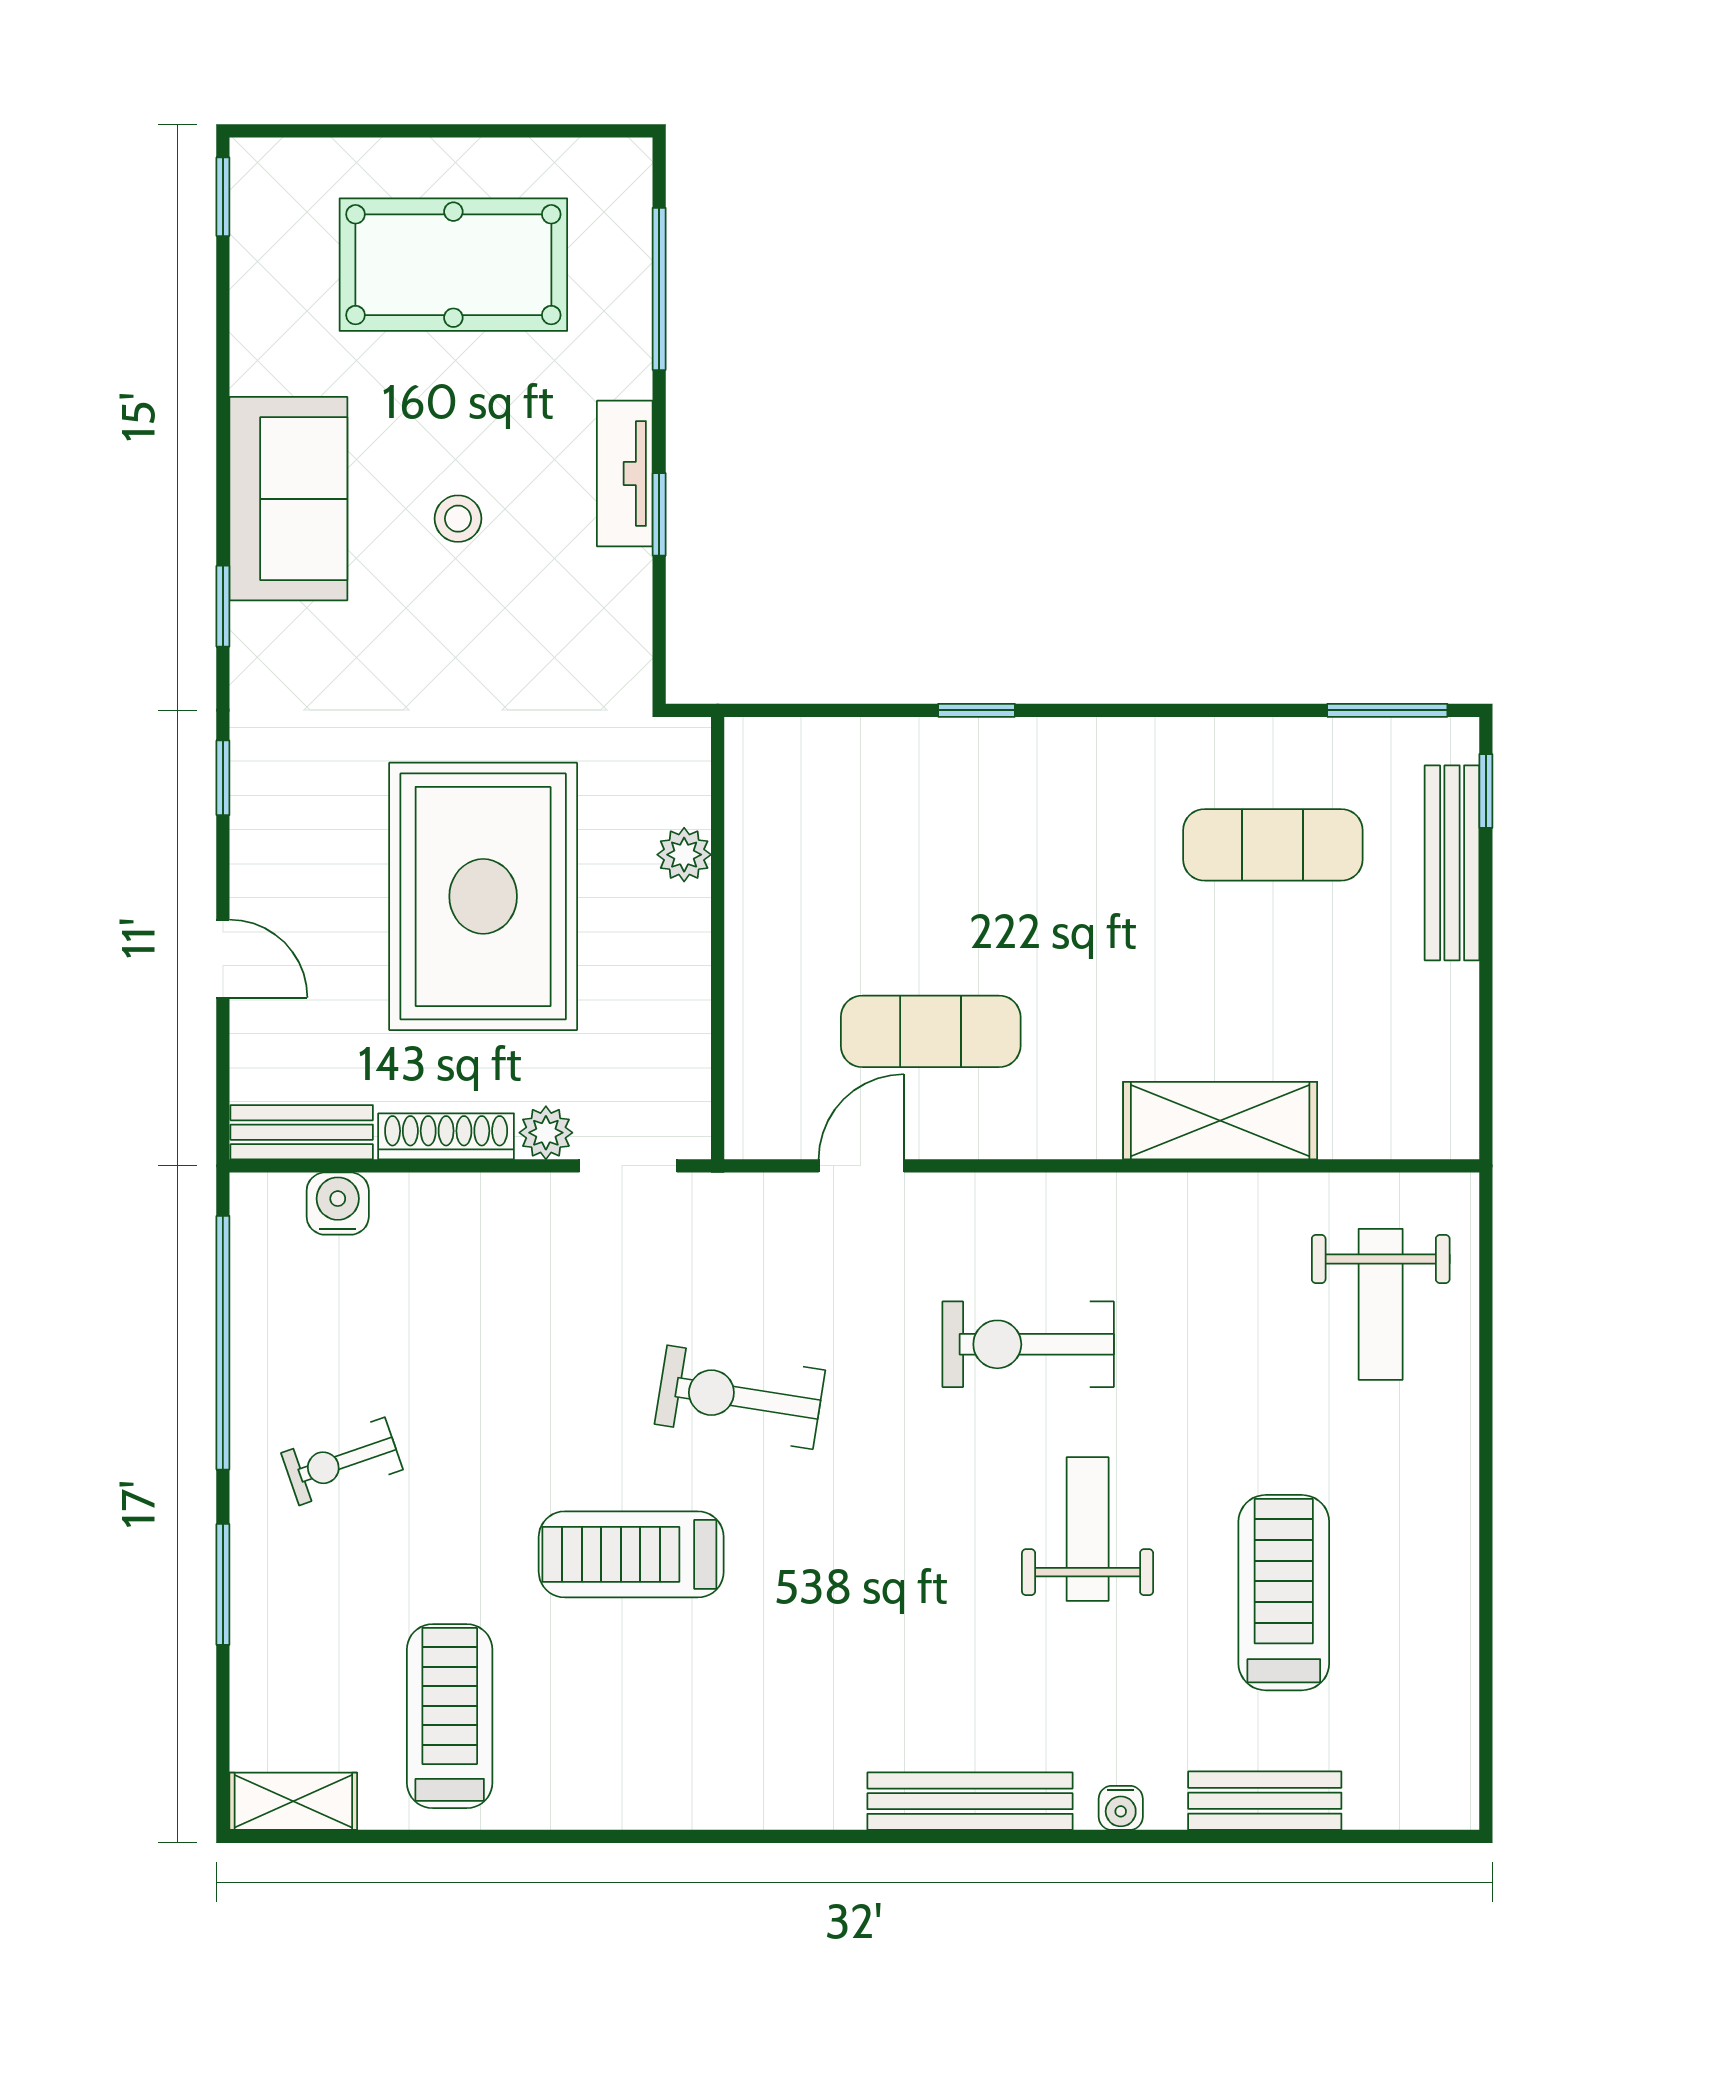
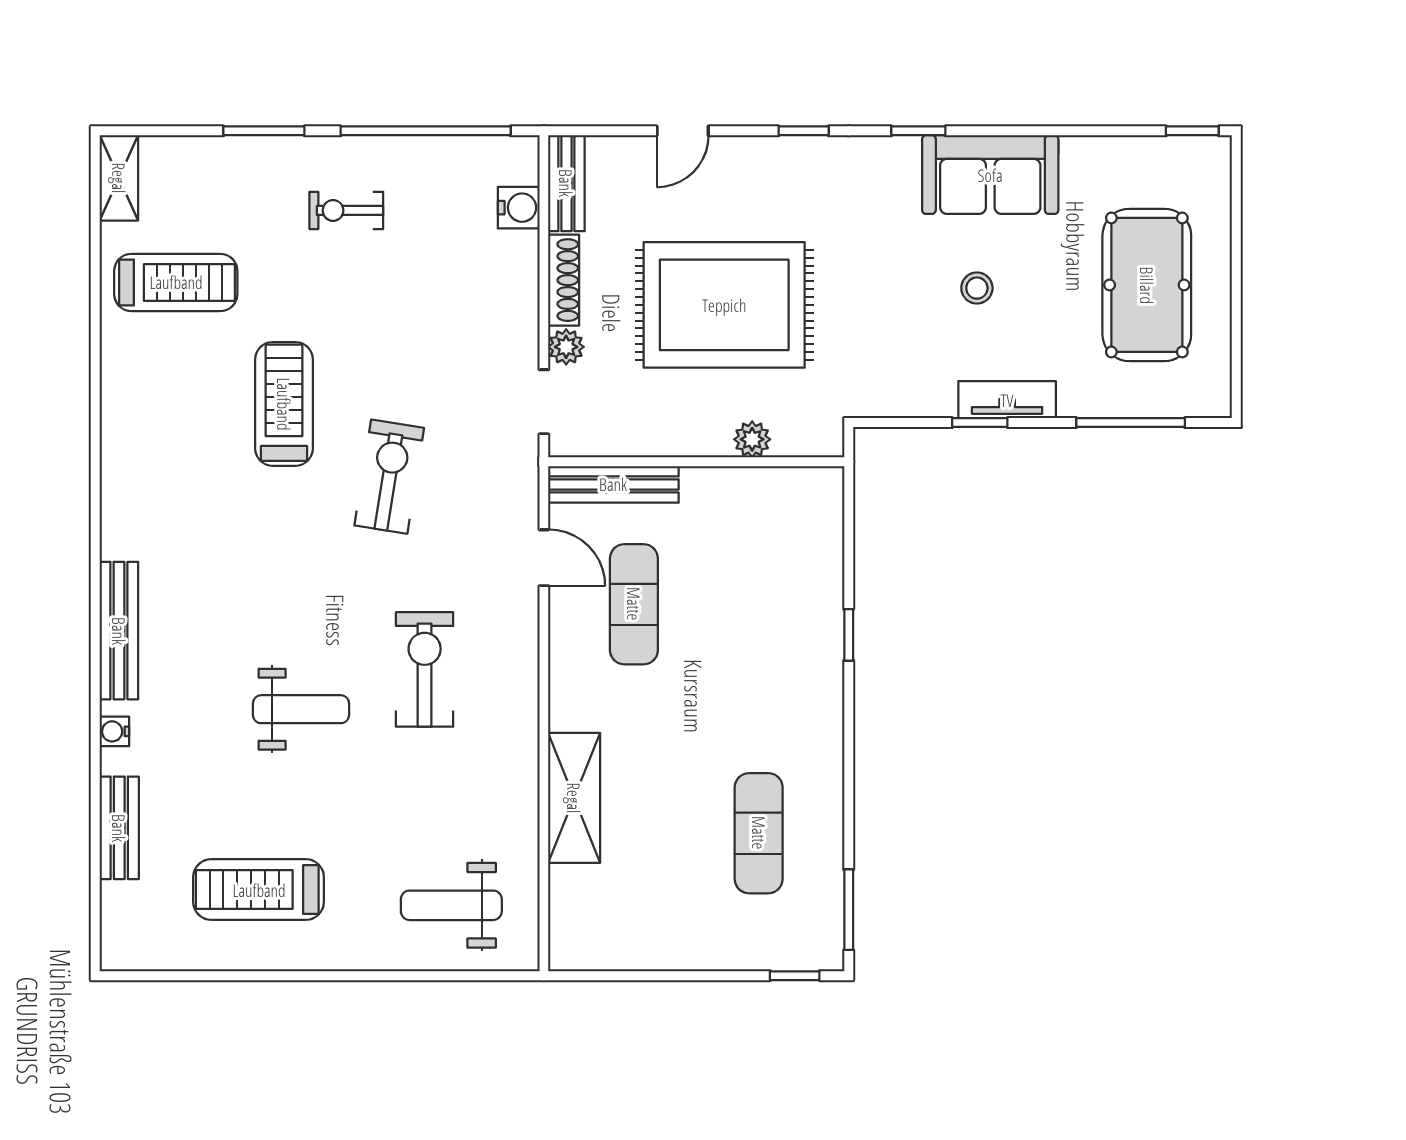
bench: (1452, 863) -> (613, 484), moved
exercise bike: (342, 1461) -> (346, 210), turned -71
treadmill: (1284, 1593) -> (259, 890), moved, turned 180

